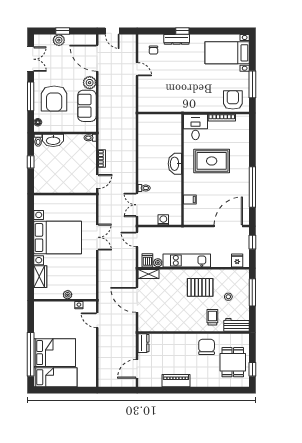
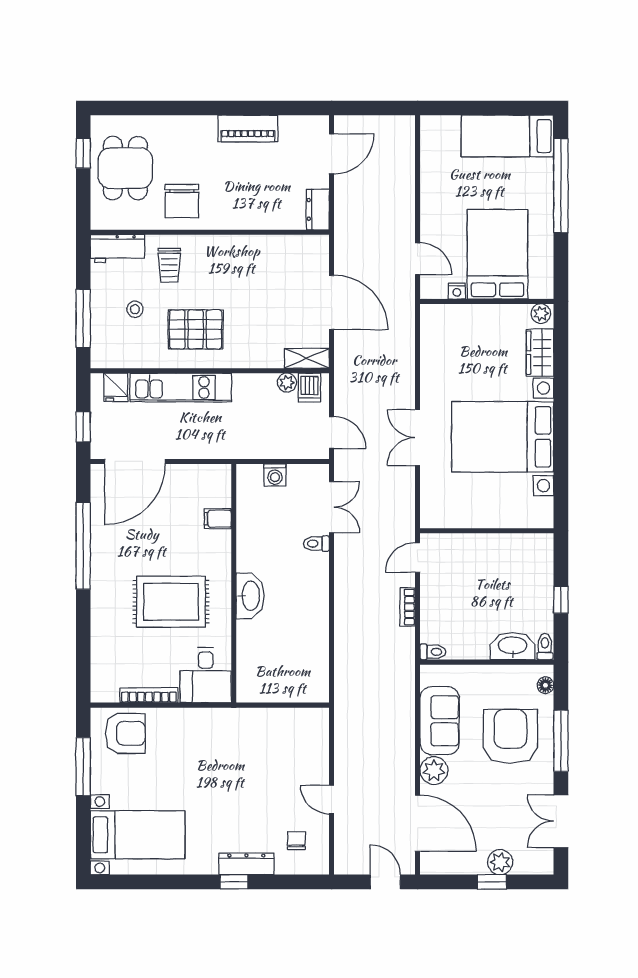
armchair: (233, 100) -> (125, 733), turned -90
kitchen unit: (187, 260) -> (181, 387), moved
plant: (68, 295) -> (541, 314), moved
bed: (55, 353) -> (497, 254), moved, turned 90

